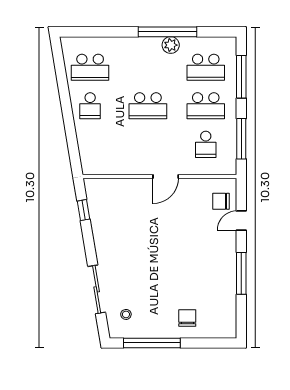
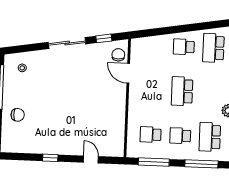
school desk: (206, 106) -> (180, 136), width x0.54
door: (166, 177) -> (128, 73), moved
chair: (221, 201) -> (118, 55), moved
window: (241, 273) -> (50, 158), width x0.46
sliding door: (97, 289) -> (67, 43), moved

